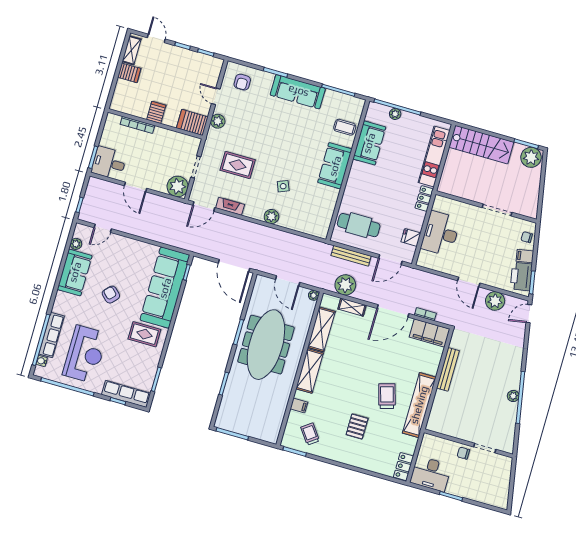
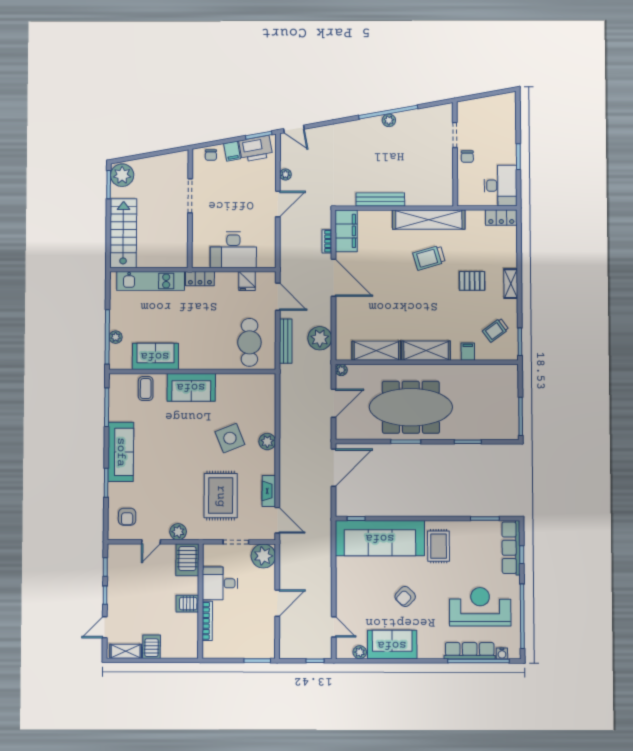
armchair: (242, 82) -> (127, 517), turned 90
desk: (109, 163) -> (220, 583), moved, turned 90
rug: (238, 165) -> (221, 496), width x1.36, depth x1.43
side table: (283, 186) -> (230, 438), width x1.87, depth x1.87
plant: (495, 301) -> (285, 174), width x0.53, depth x0.53
shelving: (352, 307) -> (511, 284), moved

